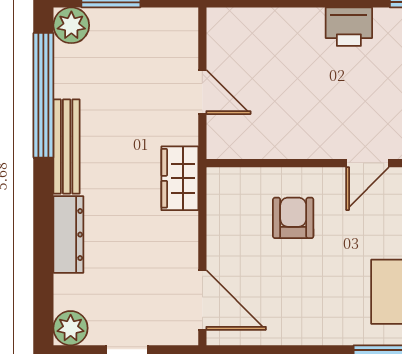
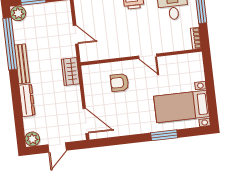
door: (367, 163) -> (148, 56), hinge flipped
armchair: (293, 218) -> (119, 83), turned -90

